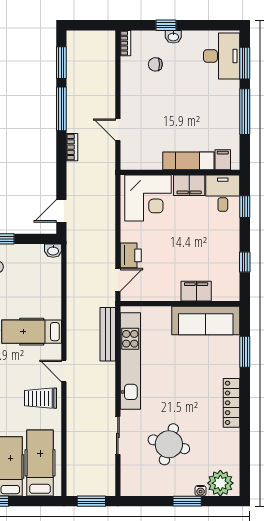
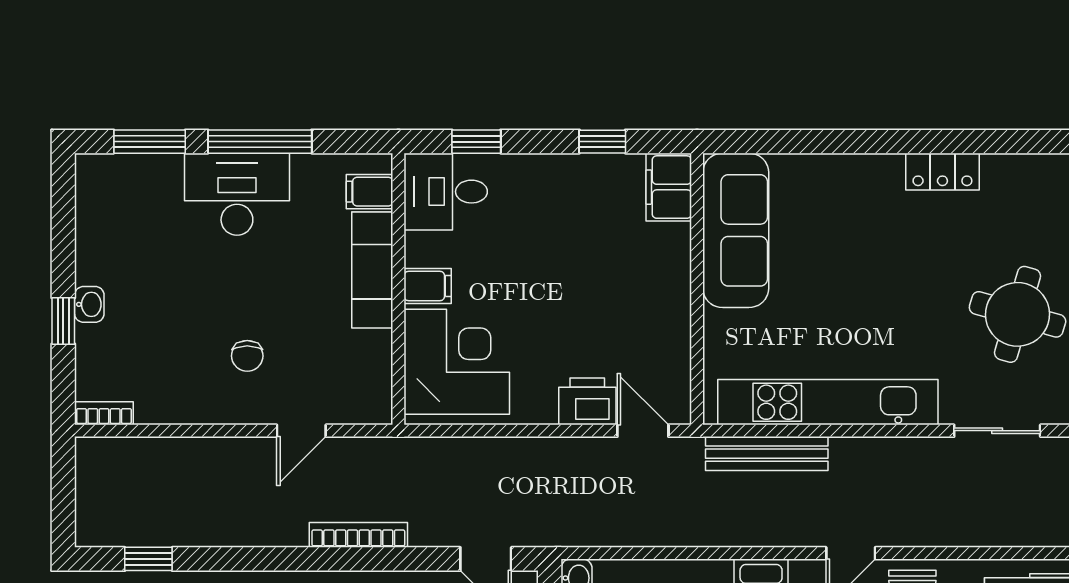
desk: (222, 56) -> (237, 194), moved
window: (61, 63) -> (148, 559), width x0.67
chair: (155, 64) -> (247, 356), moved
window: (61, 109) -> (254, 559), removed
bookcase: (72, 147) -> (358, 535), width x1.56
filing cabinet: (189, 185) -> (428, 286), width x0.50
filing cabinet: (196, 291) -> (669, 187), moved
window: (245, 352) -> (807, 142), removed
locker: (232, 403) -> (942, 172), width x0.66

